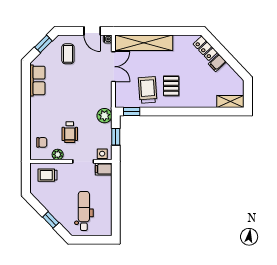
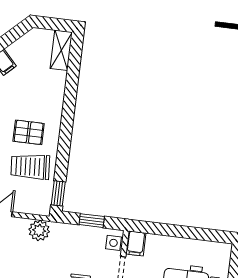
plant: (104, 116) -> (39, 230), moved

